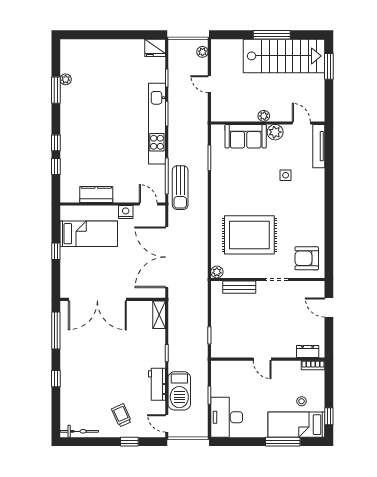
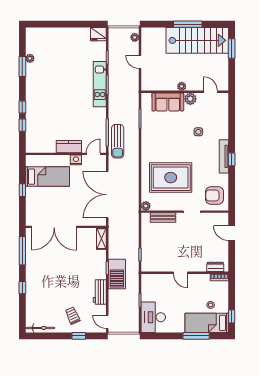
kitchen unit: (157, 124) -> (100, 84), width x0.73
tv unit: (319, 146) -> (224, 156), moved
kitchen counter: (96, 194) -> (69, 147), moved
door: (148, 204) -> (93, 154), hinge flipped
window: (329, 211) -> (232, 159), added
barbecue: (179, 391) -> (117, 274), moved

